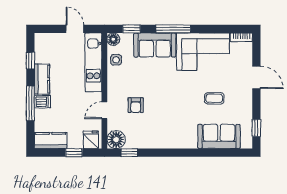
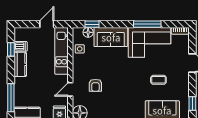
door: (75, 29) -> (47, 24), hinge flipped
window: (173, 29) -> (147, 24), moved
floor lamp: (113, 39) -> (88, 32), moved
dishwasher: (42, 102) -> (21, 46), moved
window: (30, 103) -> (11, 98), moved

